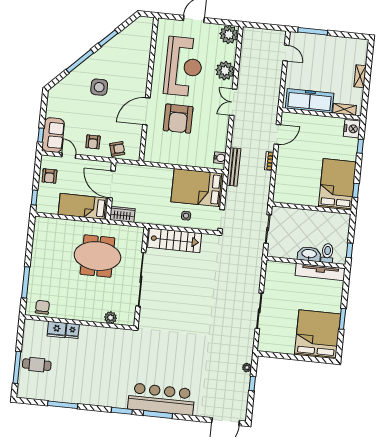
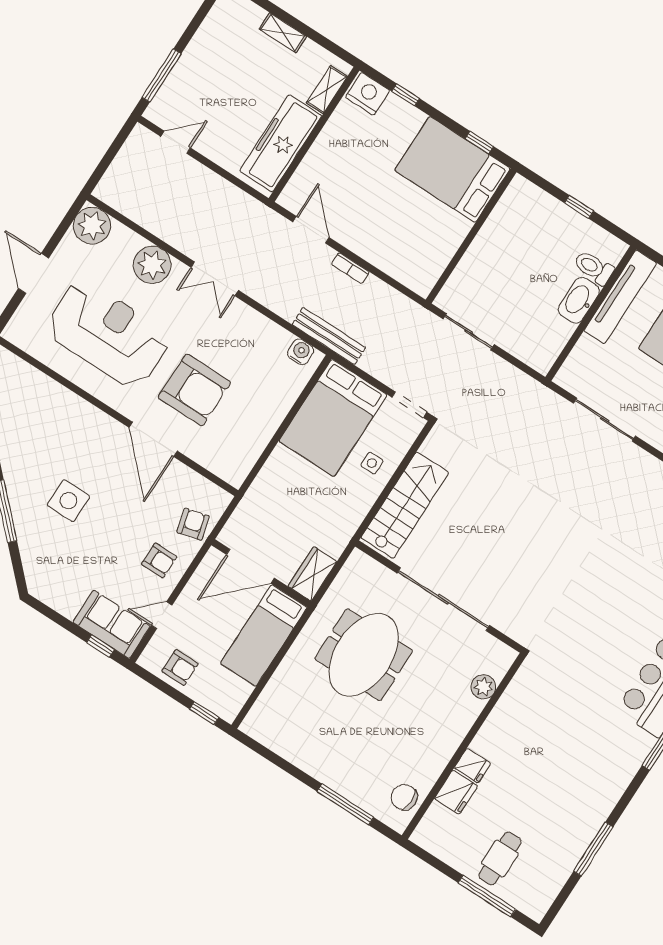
toilet: (327, 253) -> (594, 268), moved
washbasin: (309, 254) -> (579, 300), moved
wall: (306, 262) -> (591, 313), moved
tv unit: (320, 272) -> (620, 297), moved

